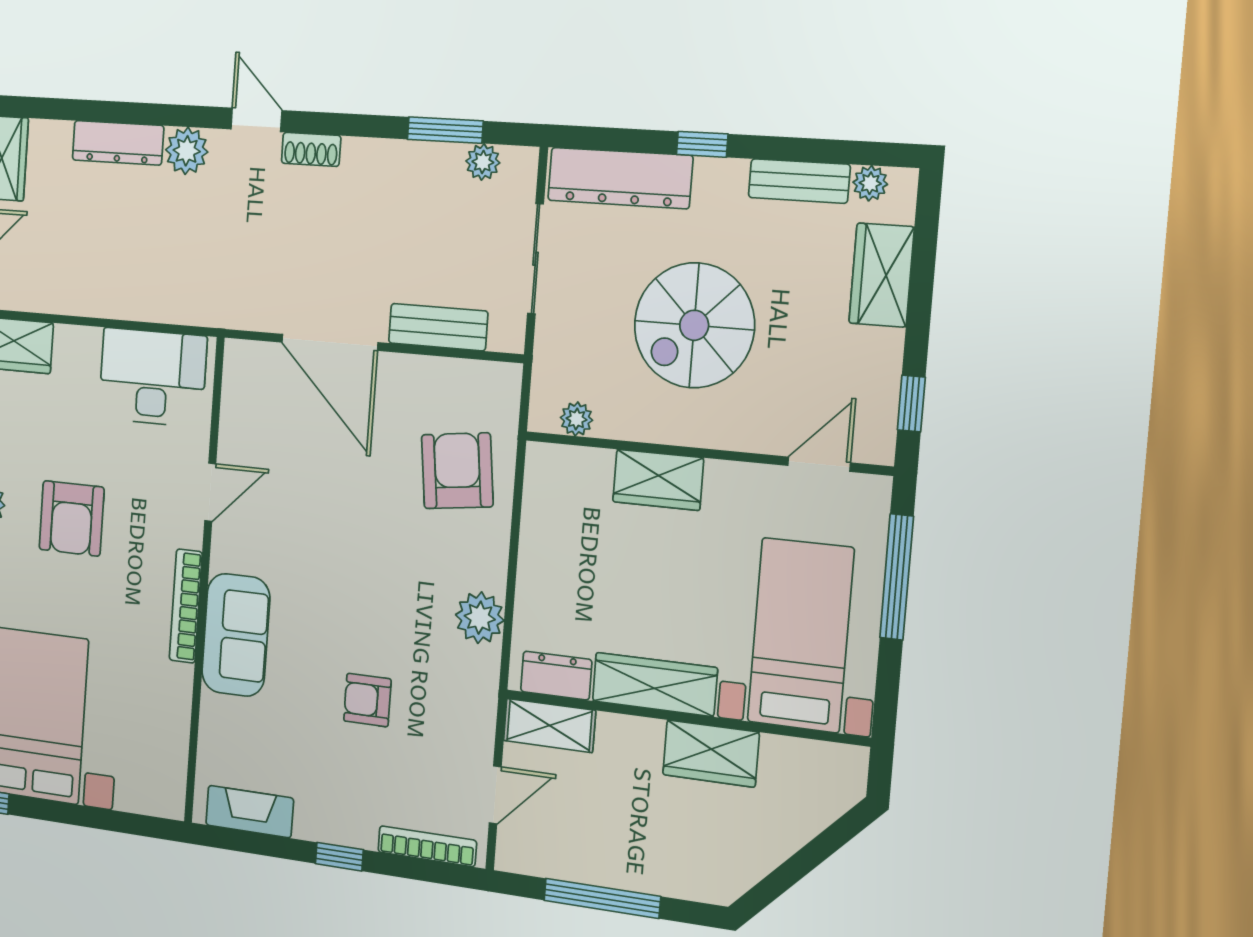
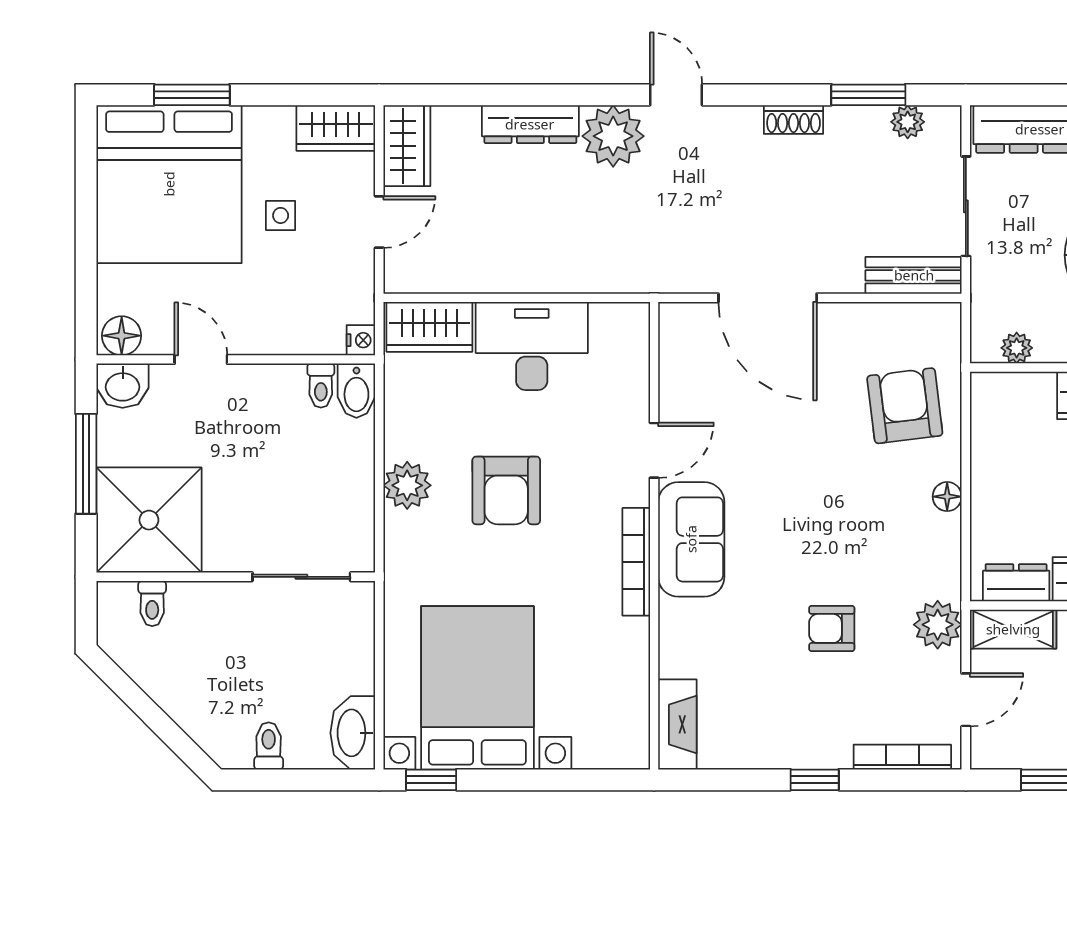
shoe rack: (311, 149) -> (794, 120), moved
plant: (187, 151) -> (613, 136), width x1.36, depth x1.36
bench: (438, 327) -> (914, 275), moved
desk: (152, 377) -> (532, 346), moved
floor lamp: (493, 574) -> (947, 497), added
plant: (480, 618) -> (938, 625), moved
sofa: (236, 635) -> (691, 539), moved
fireplace: (250, 812) -> (677, 724), moved, turned 90

